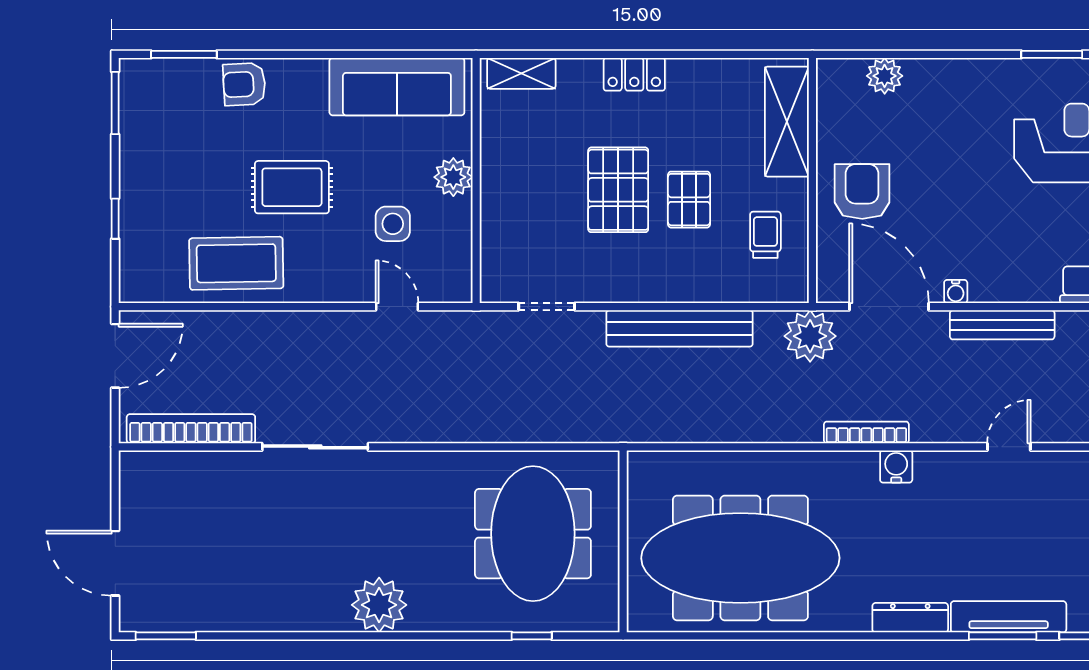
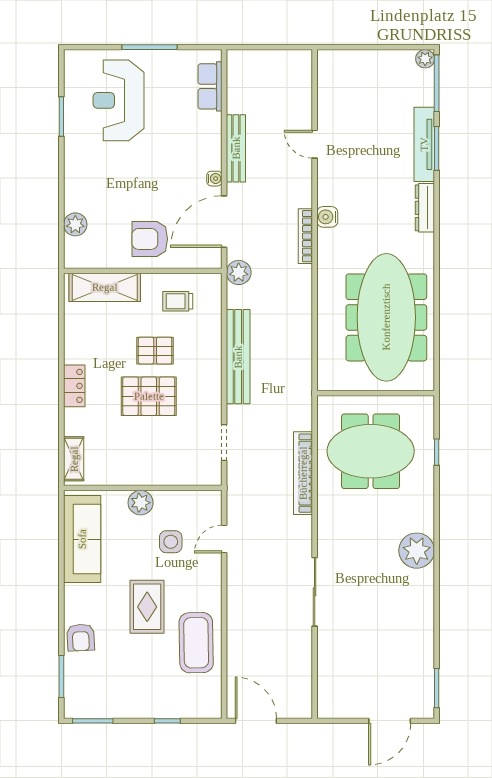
plant: (810, 336) -> (239, 272), width x0.73, depth x0.73
bookcase: (191, 429) -> (303, 473), moved

